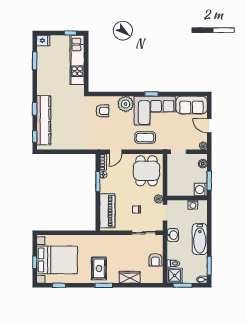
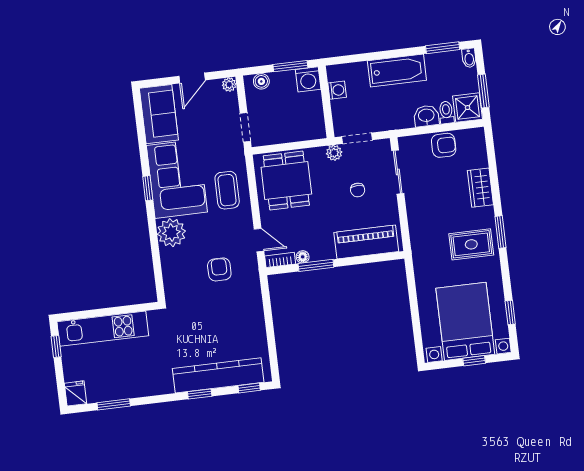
armchair: (102, 111) -> (219, 269), moved
dining table: (146, 171) -> (286, 181), turned 90
washbasin: (173, 235) -> (426, 116), moved

